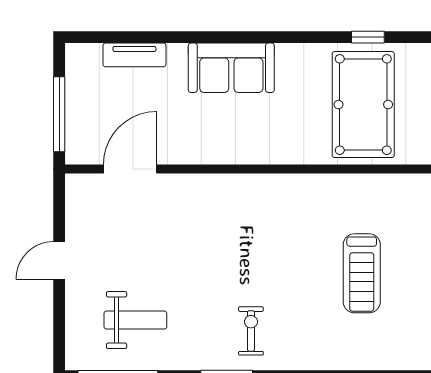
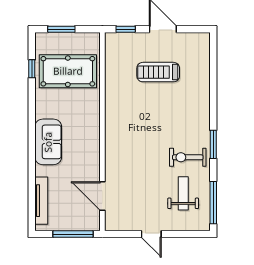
tv unit: (134, 55) -> (41, 201), width x1.41
treadmill: (362, 273) -> (158, 72), turned 180
exercise bike: (251, 331) -> (188, 157), moved, width x1.38, depth x1.39

